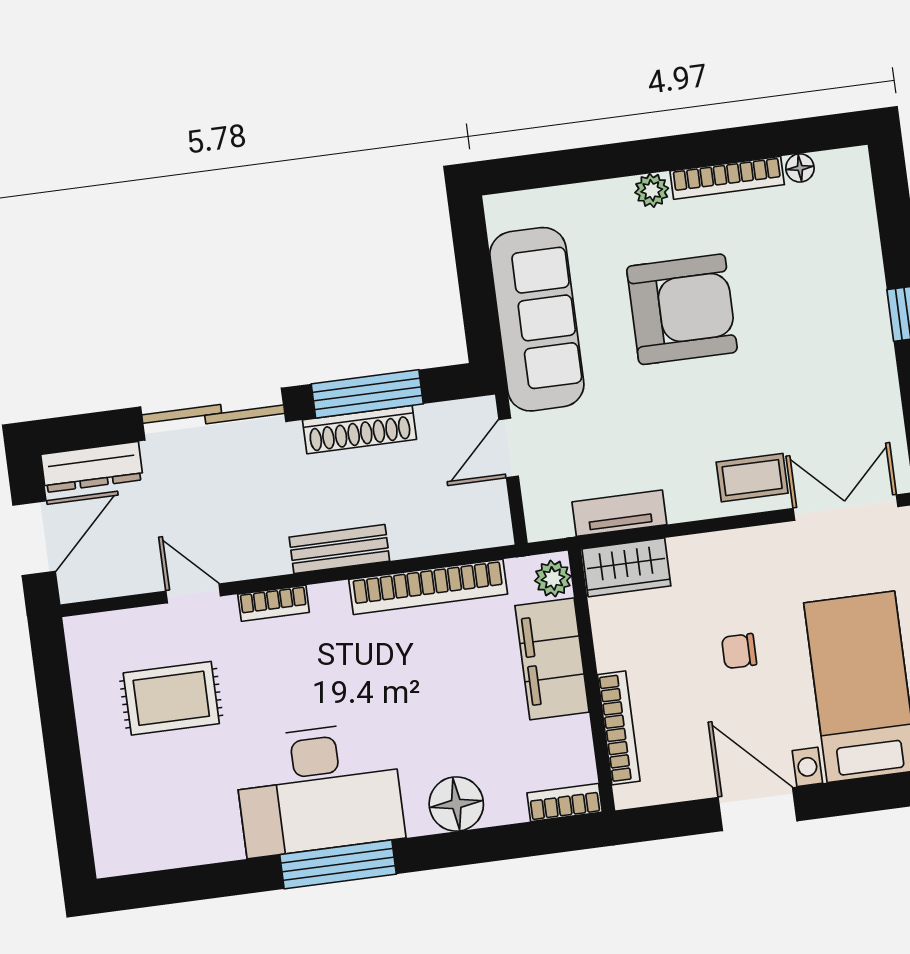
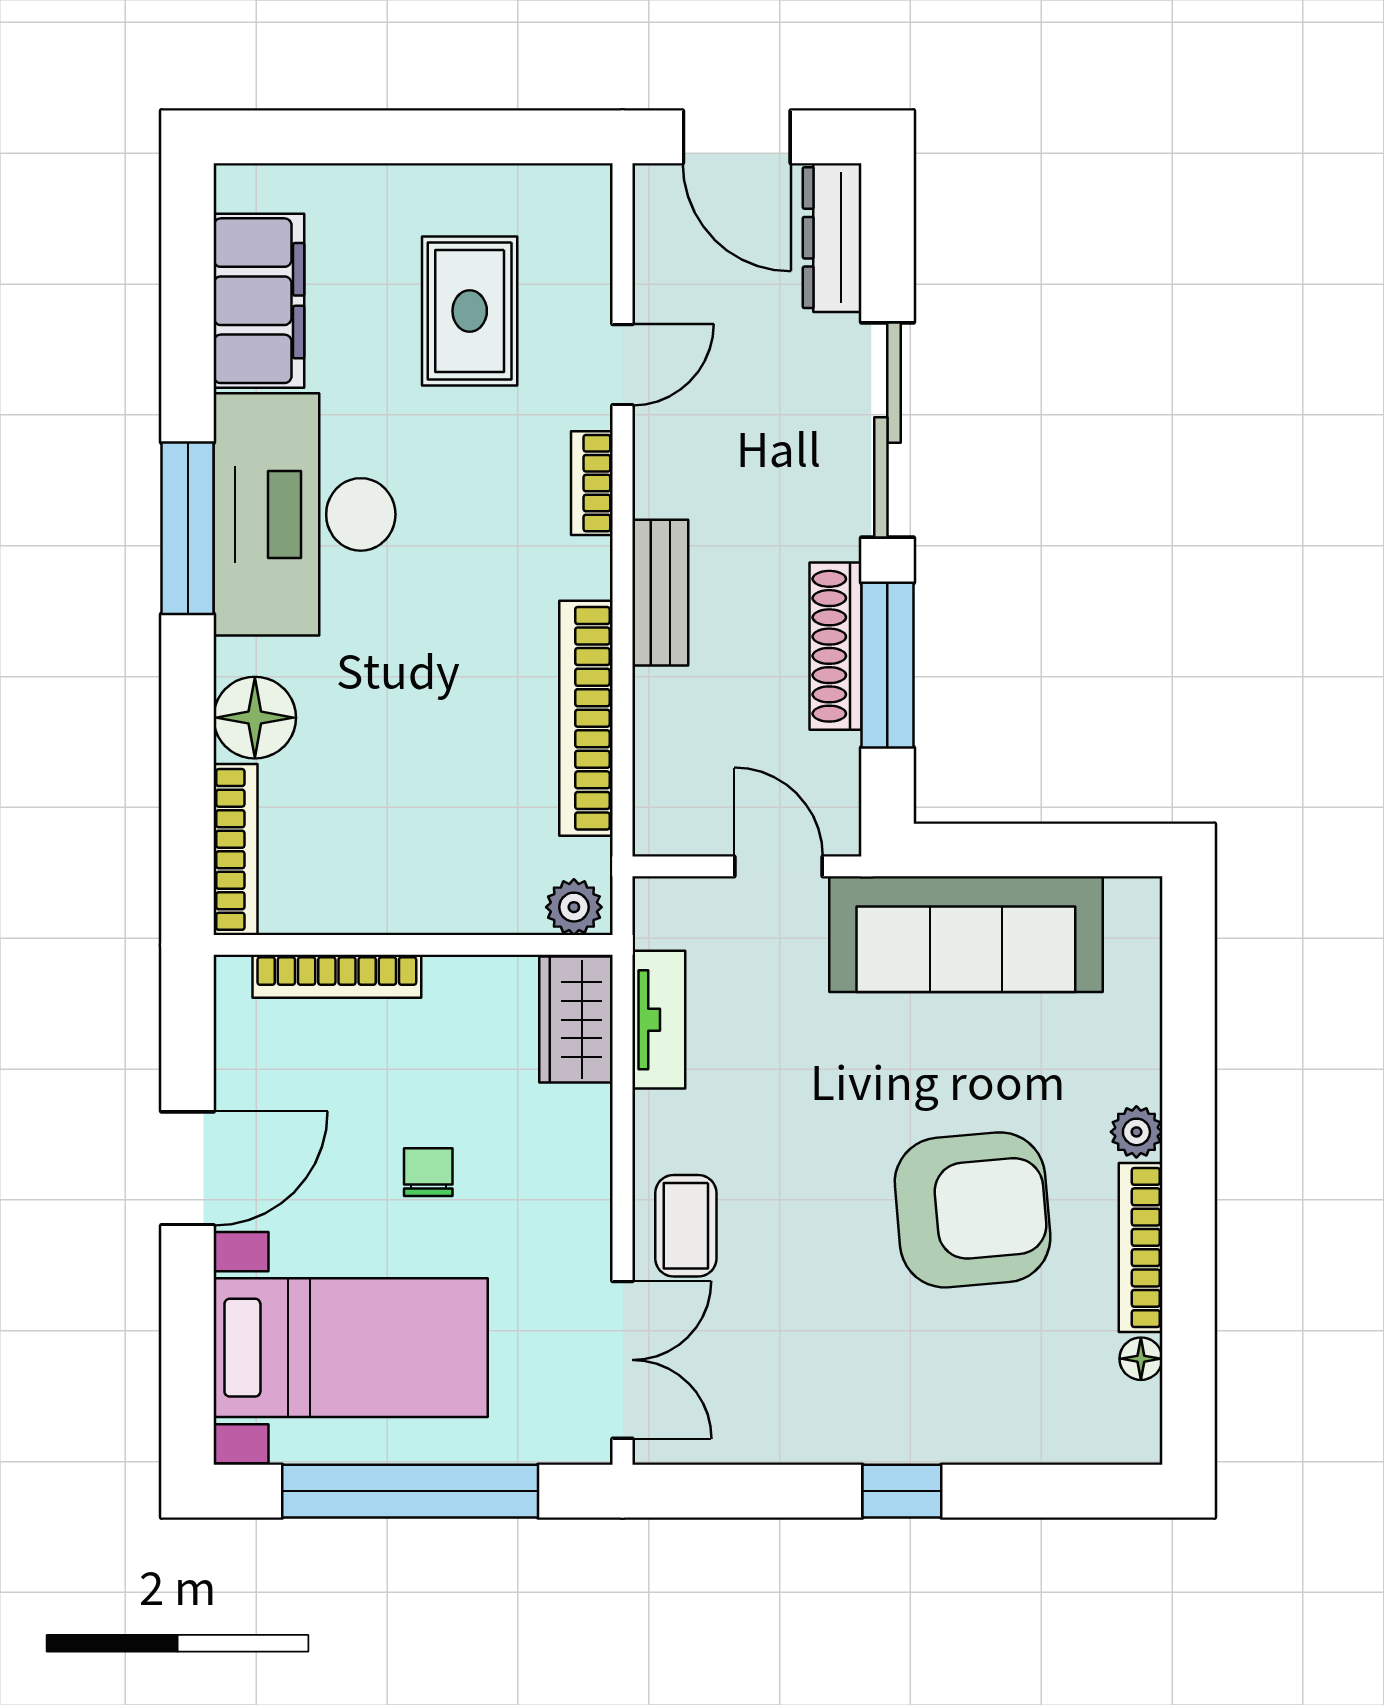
armchair: (682, 309) -> (973, 1210), moved, turned -95
filing cabinet: (552, 659) -> (259, 301), moved, turned 90
bookcase: (565, 803) -> (236, 849), width x1.56

